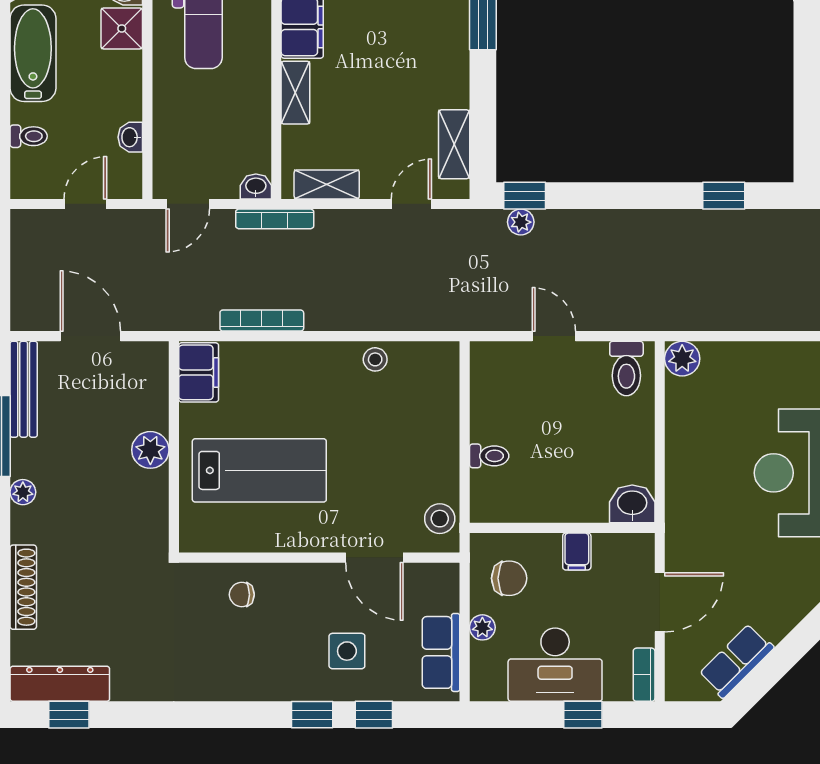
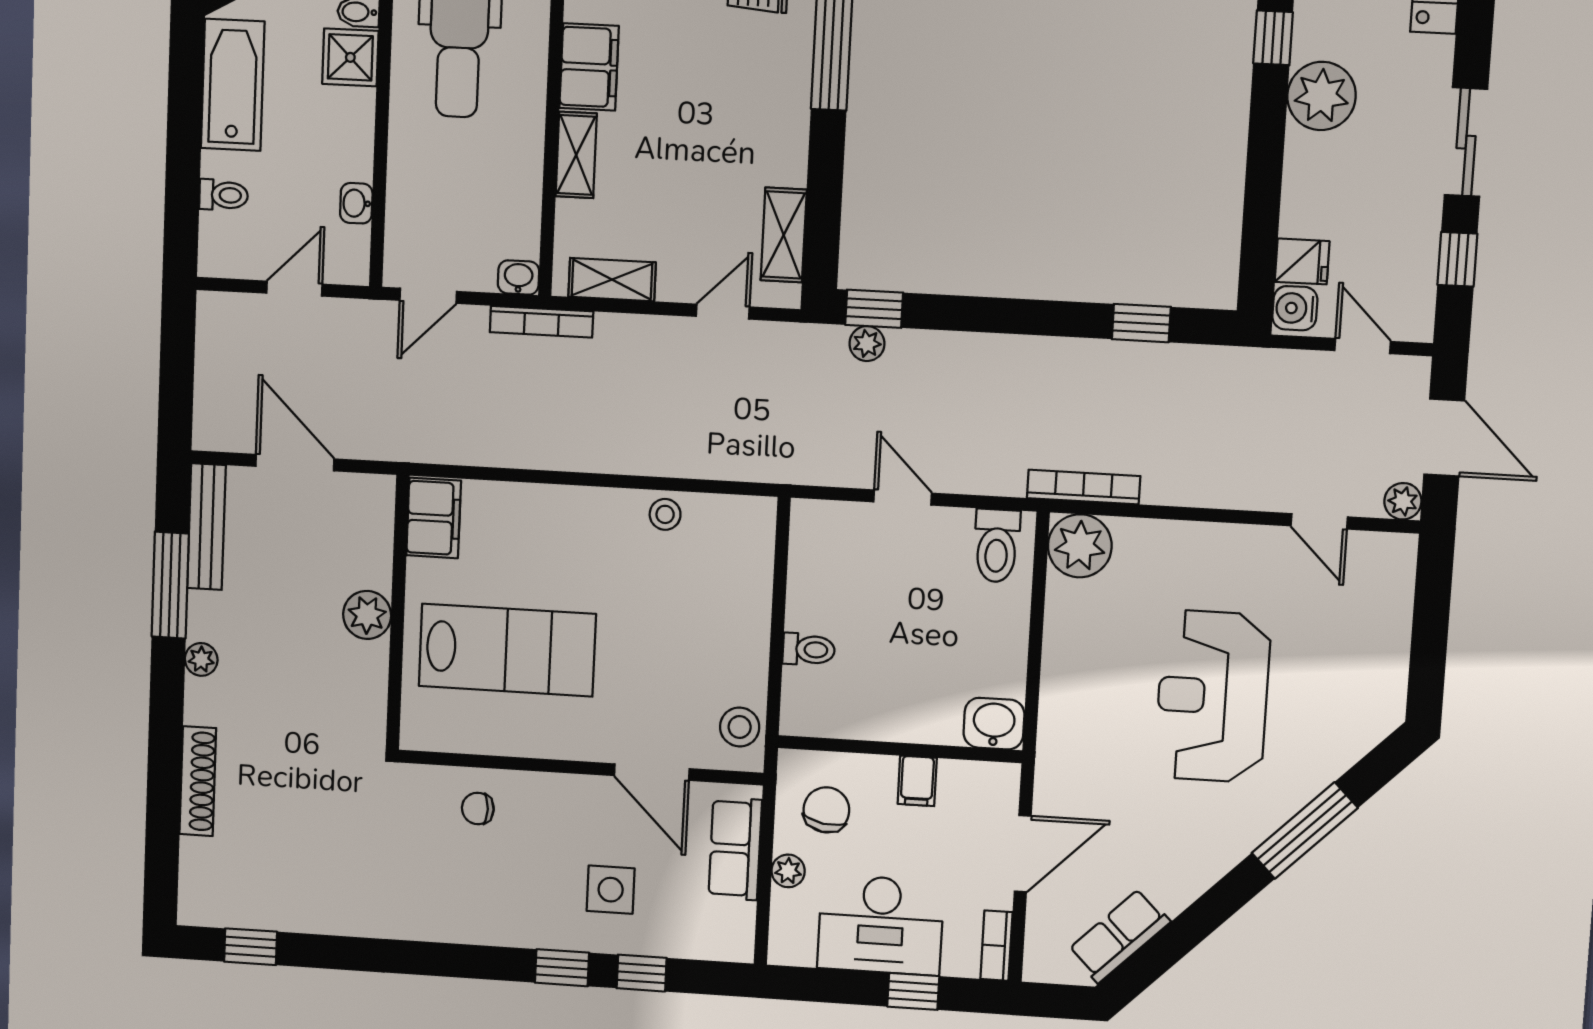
bookcase: (262, 321) -> (1084, 487), moved
plant: (682, 359) -> (1080, 546), width x1.36, depth x1.36
chair: (509, 578) -> (826, 810), turned -80
row of seats: (441, 652) -> (735, 849), moved
dresser: (60, 684) -> (240, 907), removed

